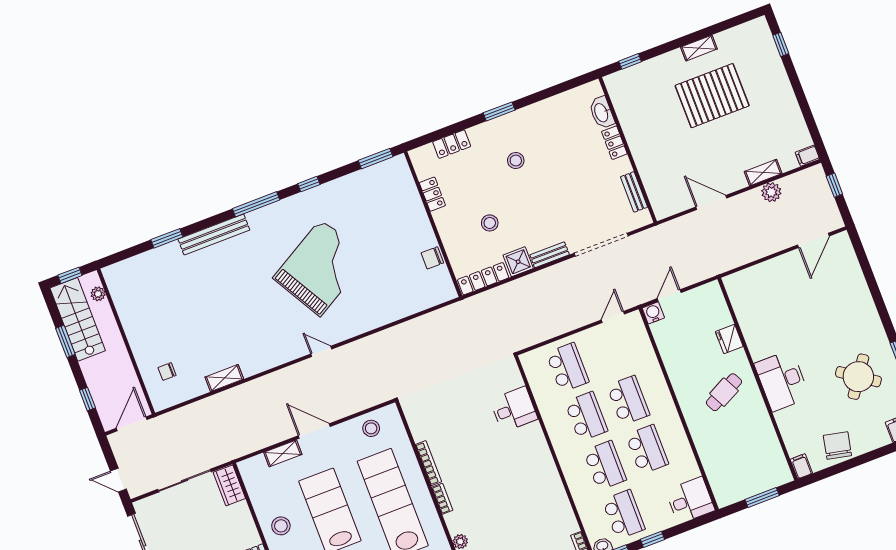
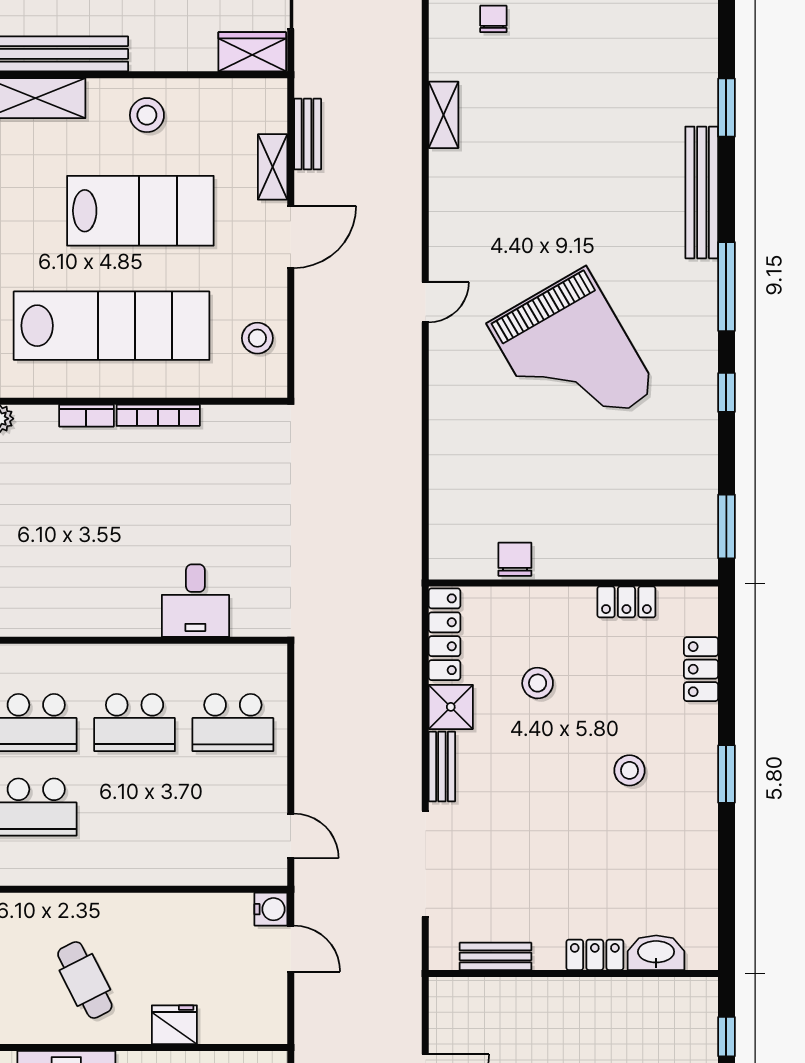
school desk: (628, 400) -> (135, 807), removed
bench: (260, 442) -> (308, 134), added

